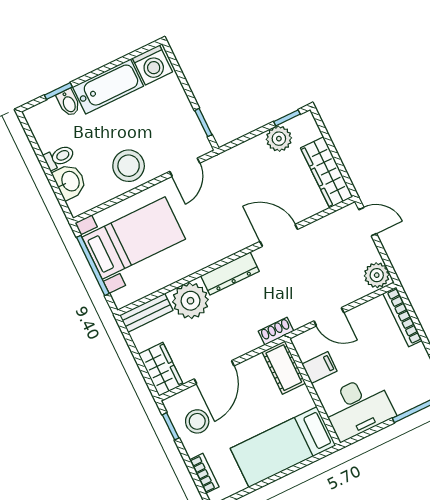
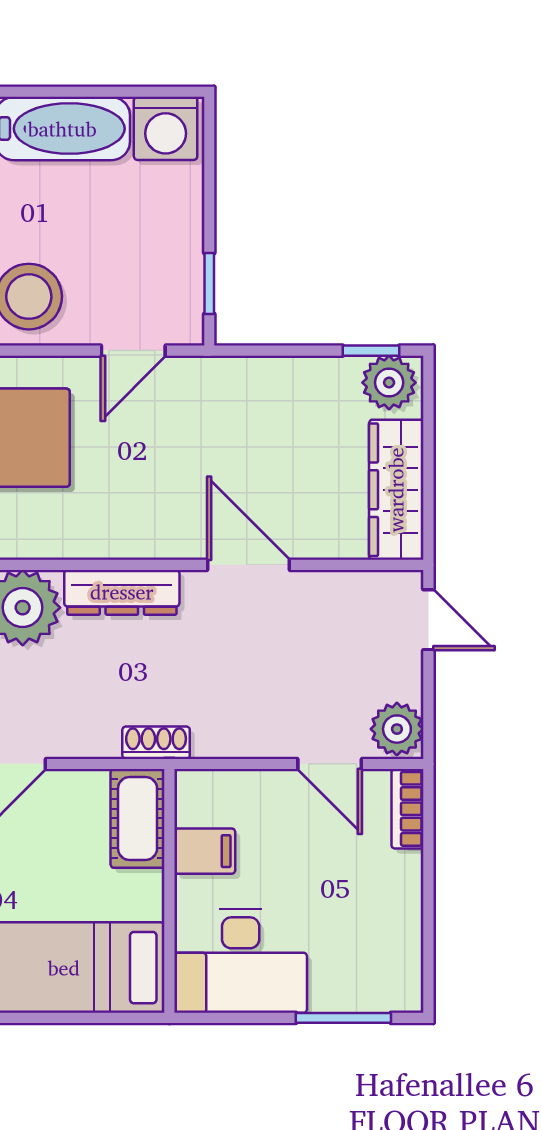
plant: (279, 139) -> (389, 383), moved
door: (329, 317) -> (330, 764), moved
bookcase: (402, 317) -> (407, 809), width x0.64

